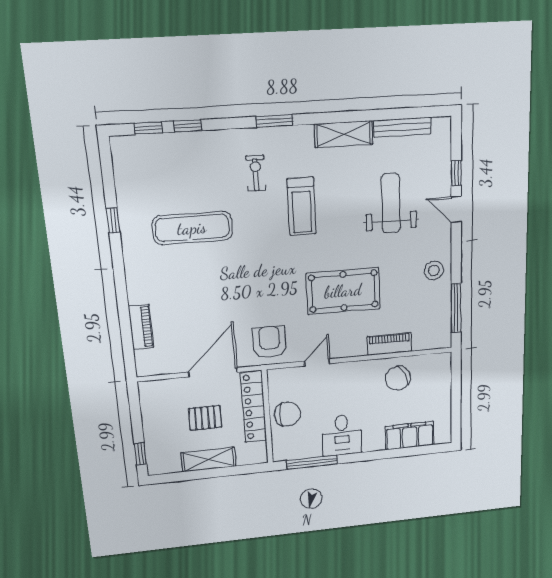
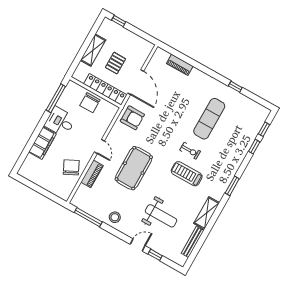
exercise bike: (256, 173) -> (190, 151), moved
door: (317, 362) -> (99, 146), moved
filing cabinet: (410, 436) -> (42, 143), moved

